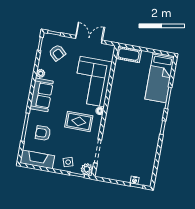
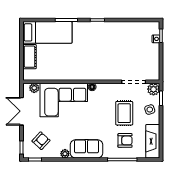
cot: (129, 54) -> (30, 57), moved
plant: (109, 56) -> (34, 88), added
rug: (79, 121) -> (124, 113), moved
armchair: (43, 133) -> (125, 140), turned -90

